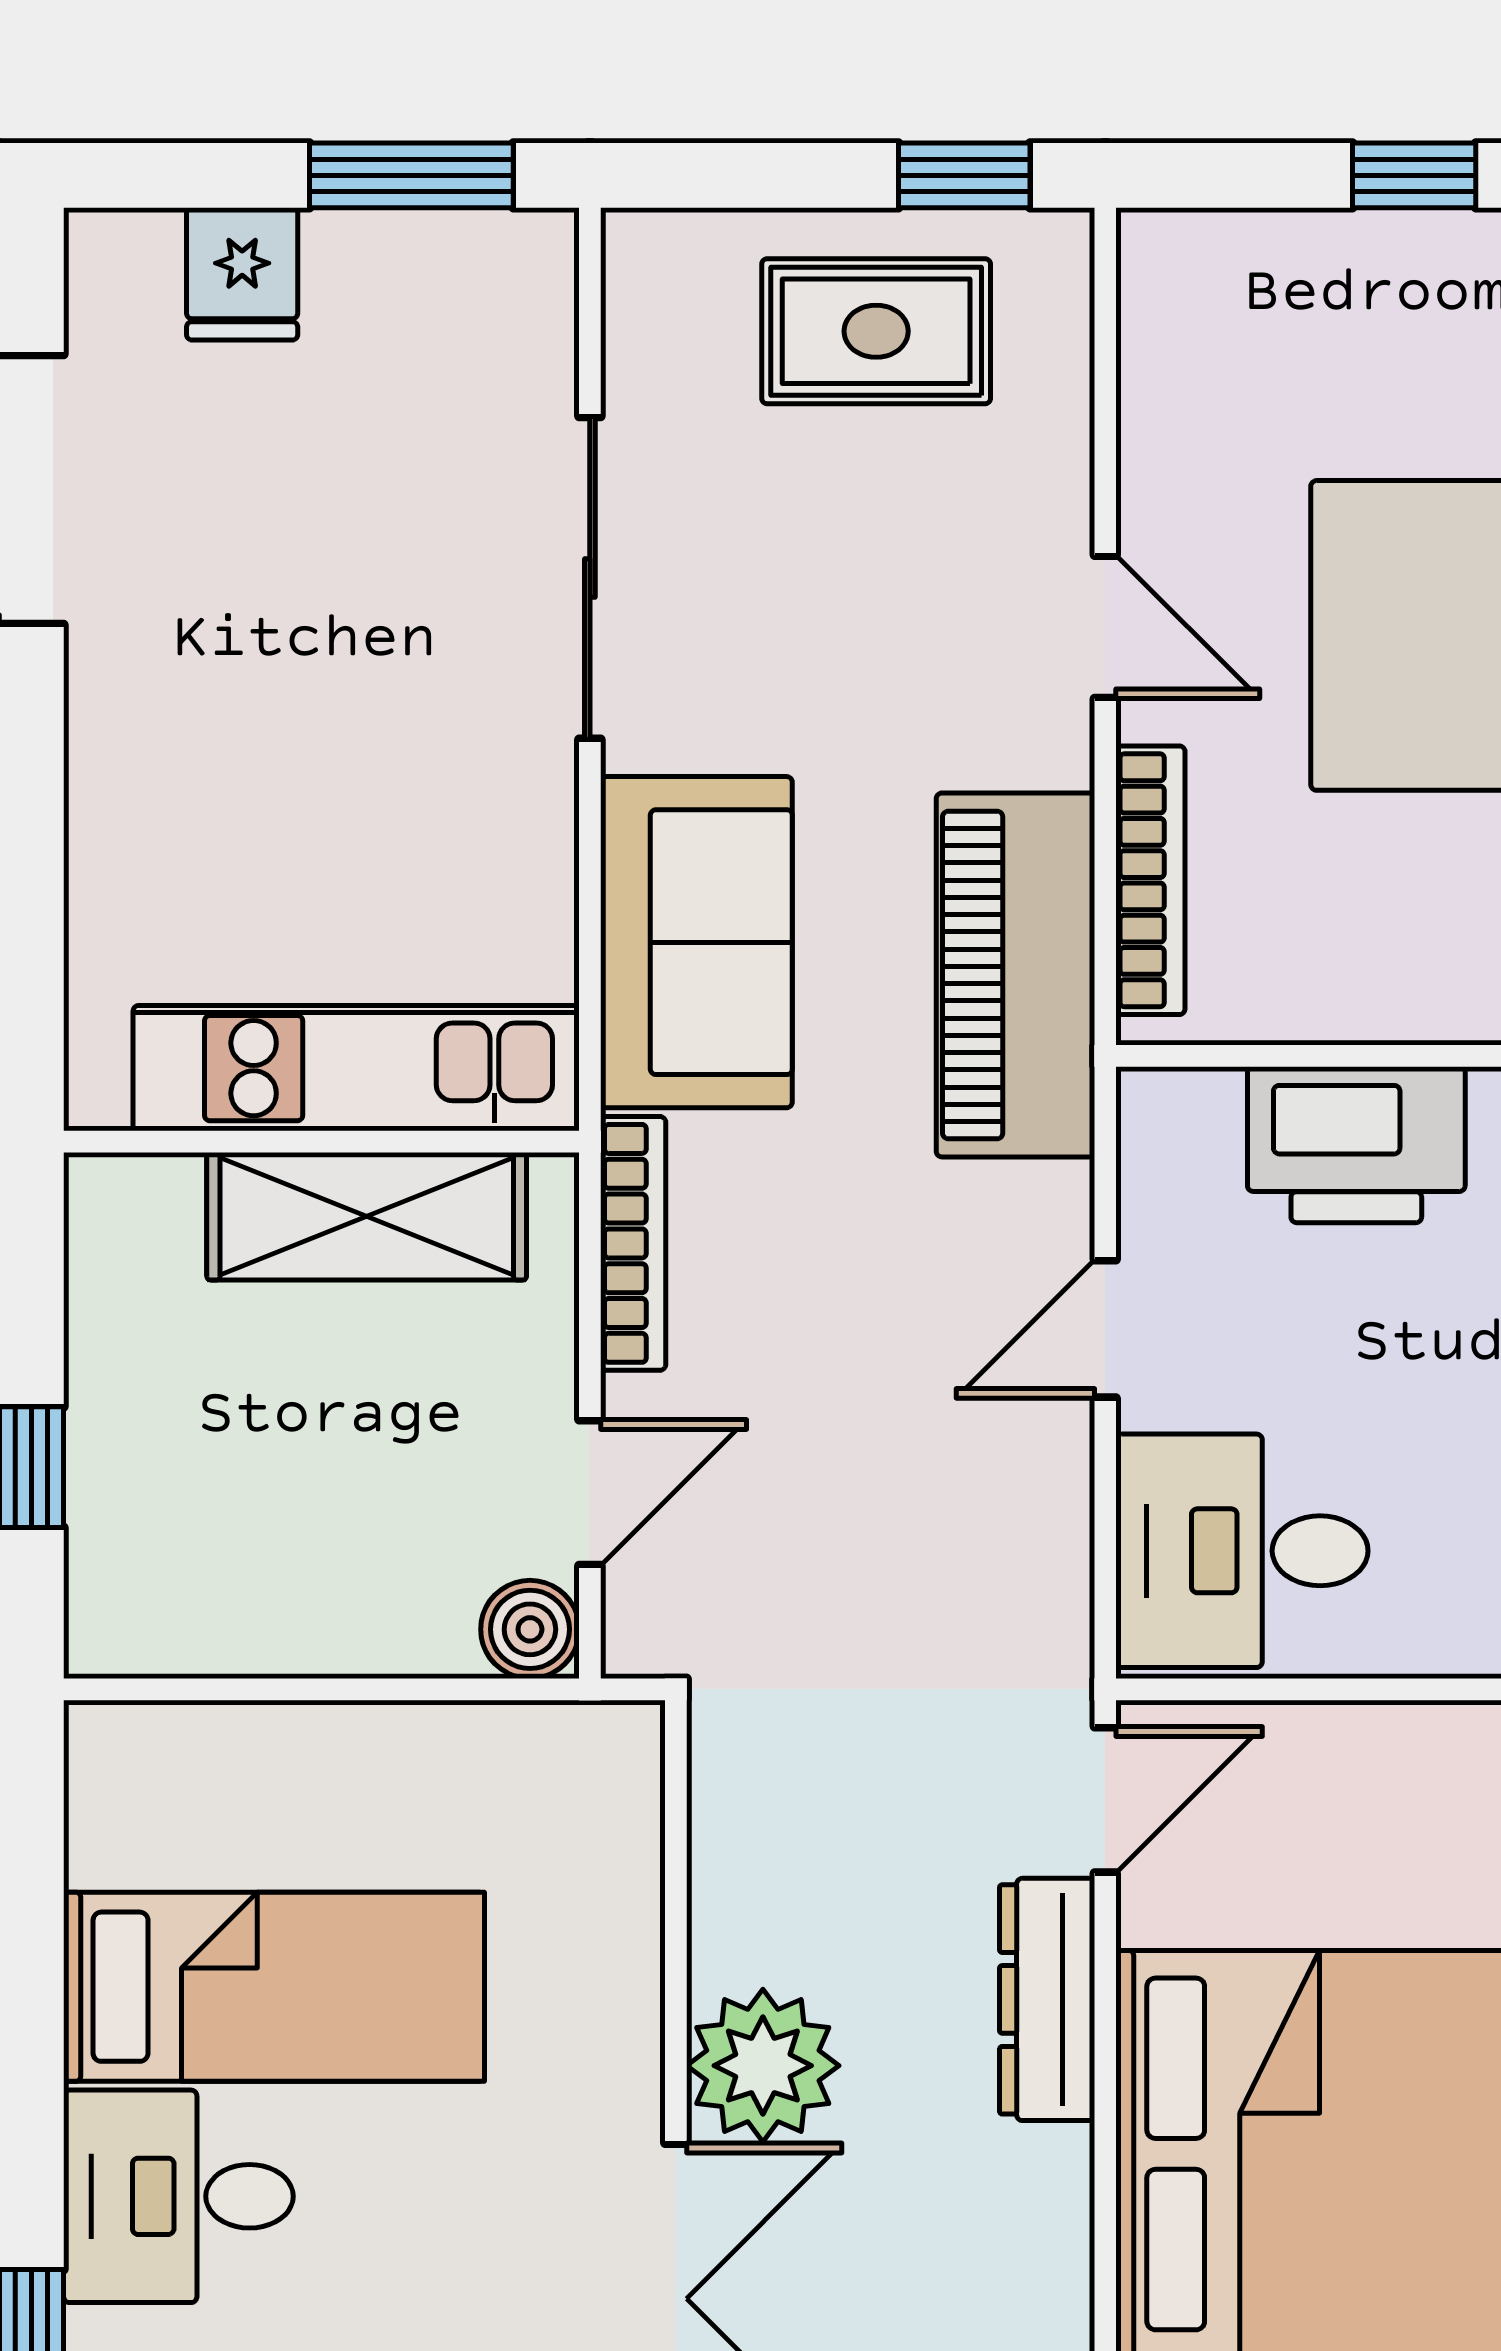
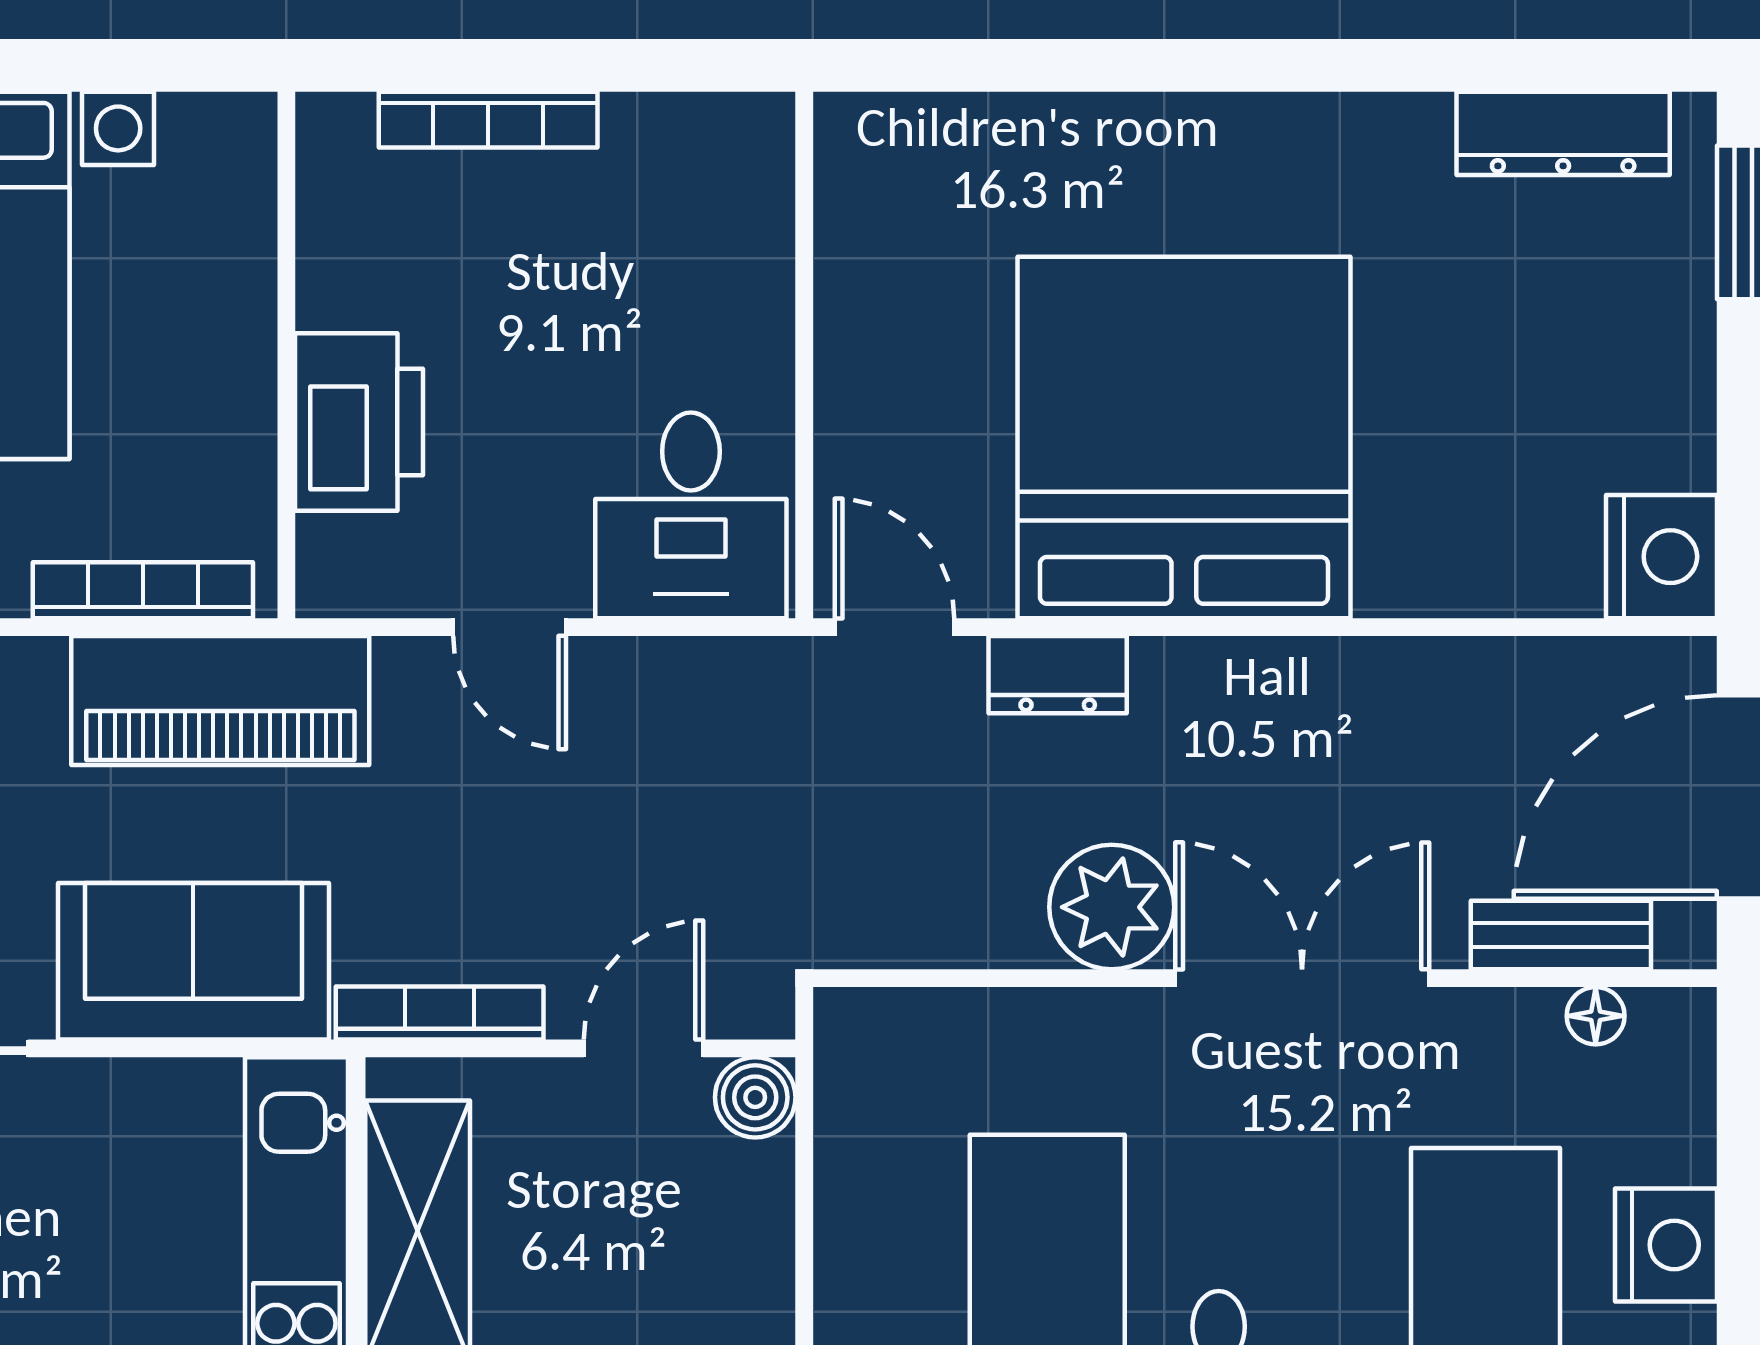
door: (590, 1493) -> (643, 1048), hinge flipped
dresser: (1047, 1999) -> (1058, 675), width x0.70

